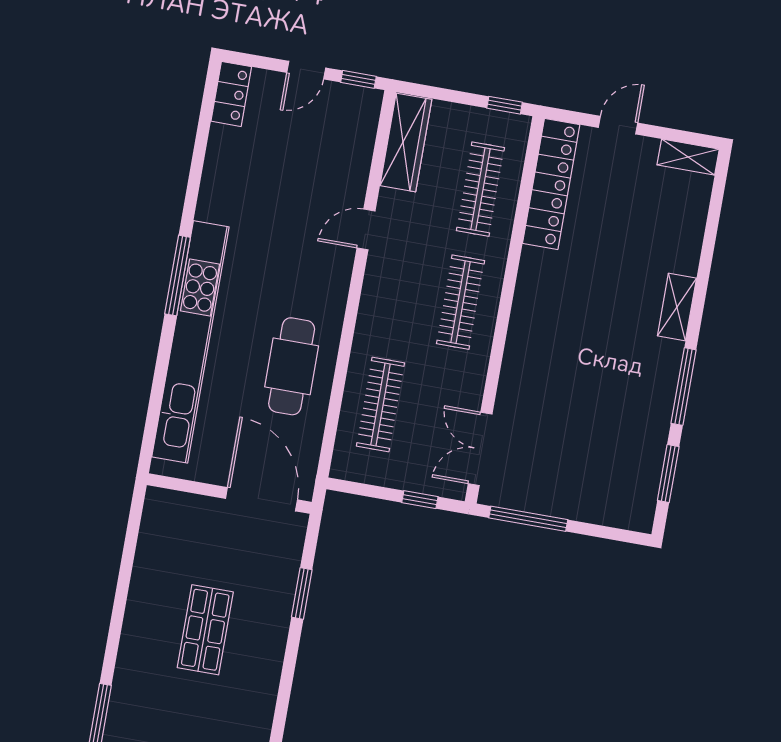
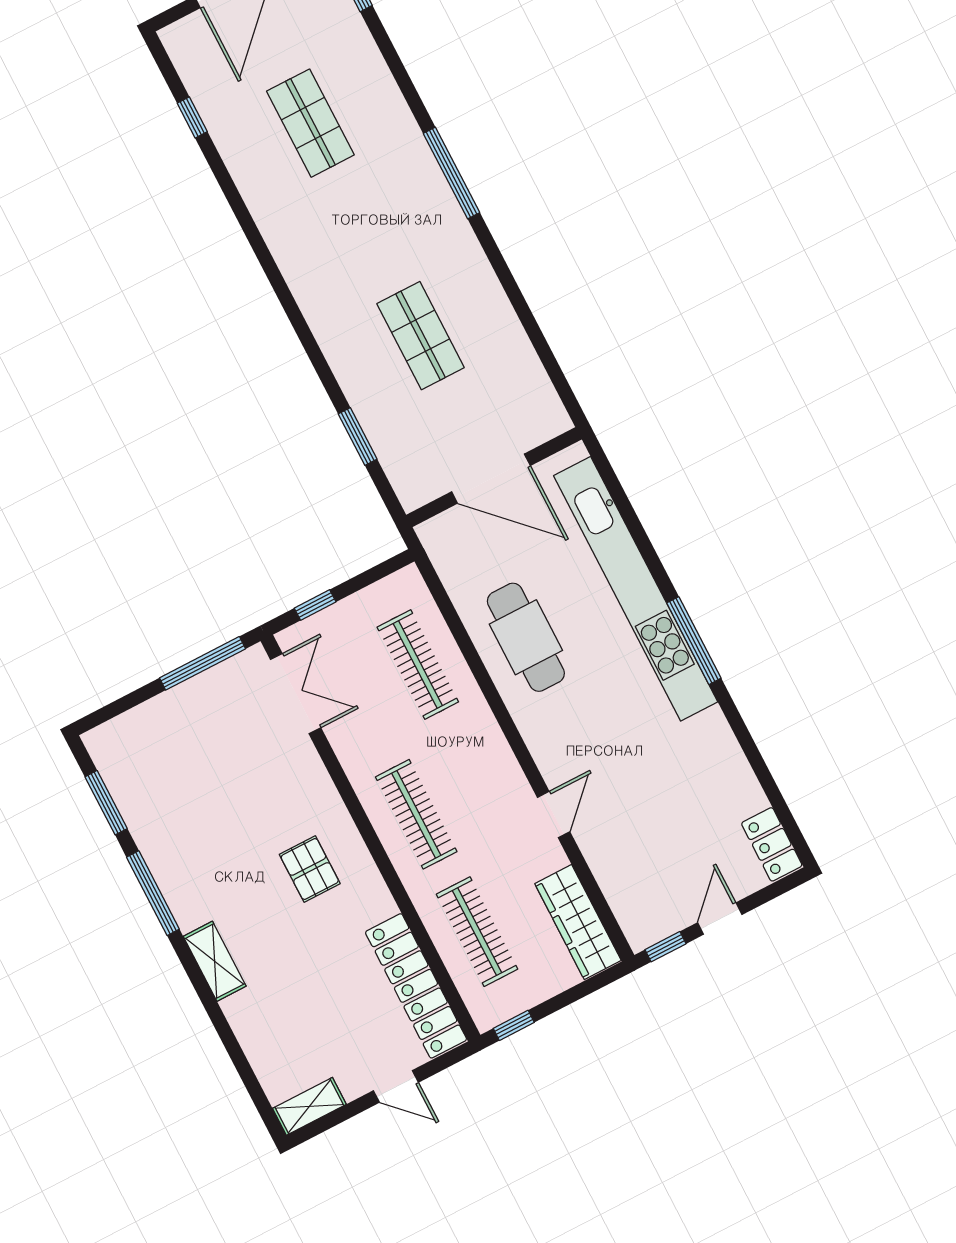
door: (618, 125) -> (396, 1086), hinge flipped
pallet: (563, 320) -> (310, 869), added
door: (261, 499) -> (491, 479), moved

